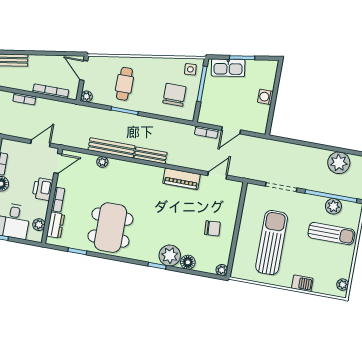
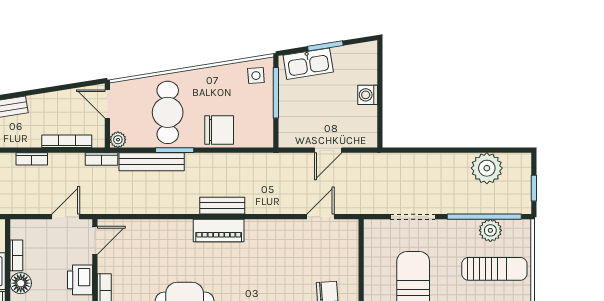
cafe table: (124, 84) -> (168, 112), width x1.37, depth x1.35
chair: (174, 95) -> (219, 130), moved, turned 90
bookcase: (206, 132) -> (101, 159), moved
bench: (111, 148) -> (152, 162), moved
plant: (102, 162) -> (157, 227), removed
piano: (181, 179) -> (219, 230), moved

